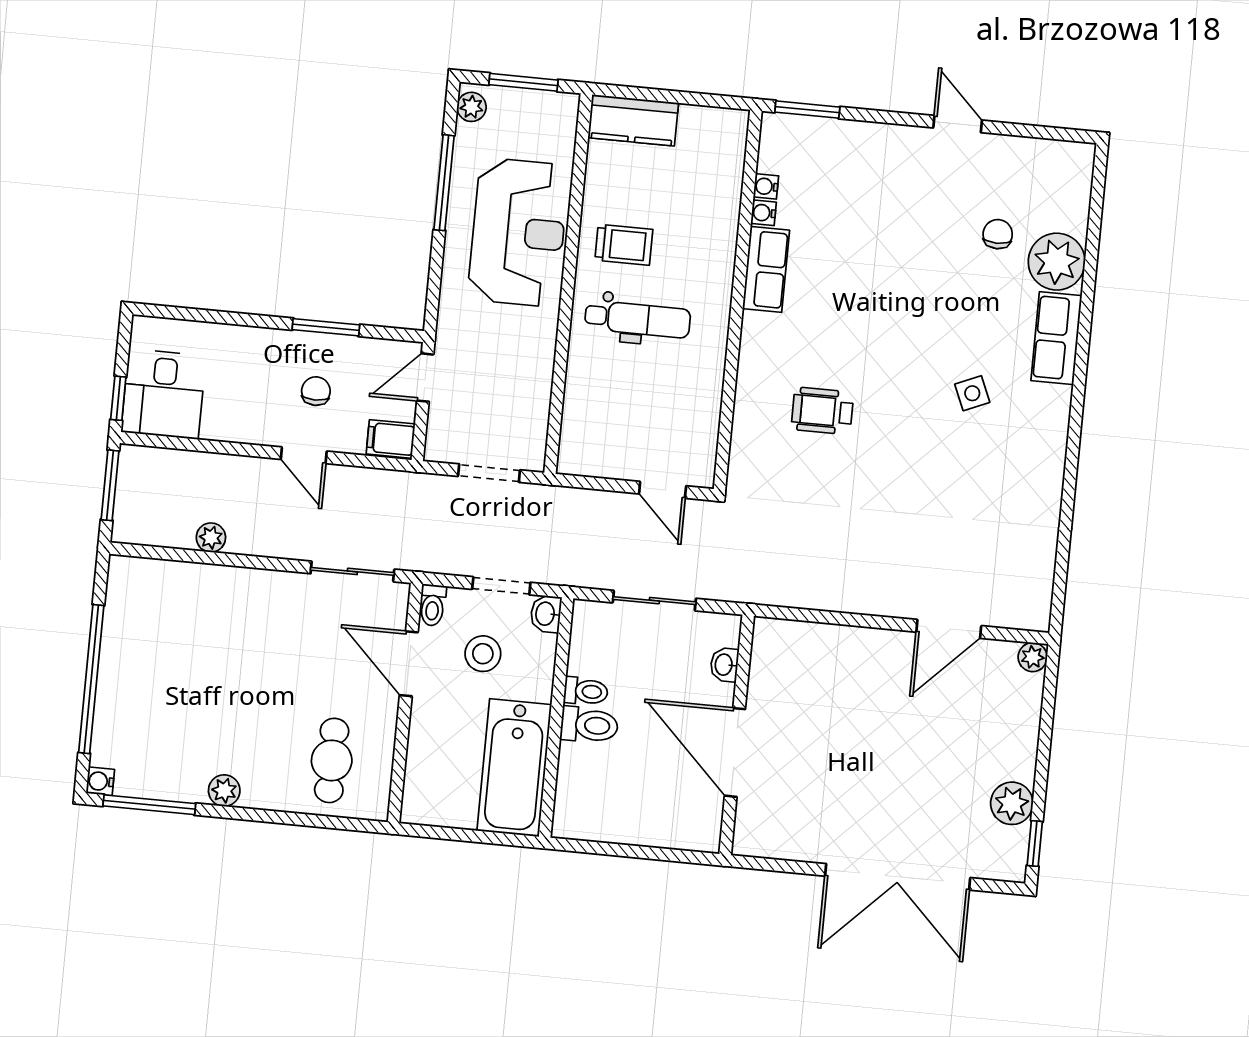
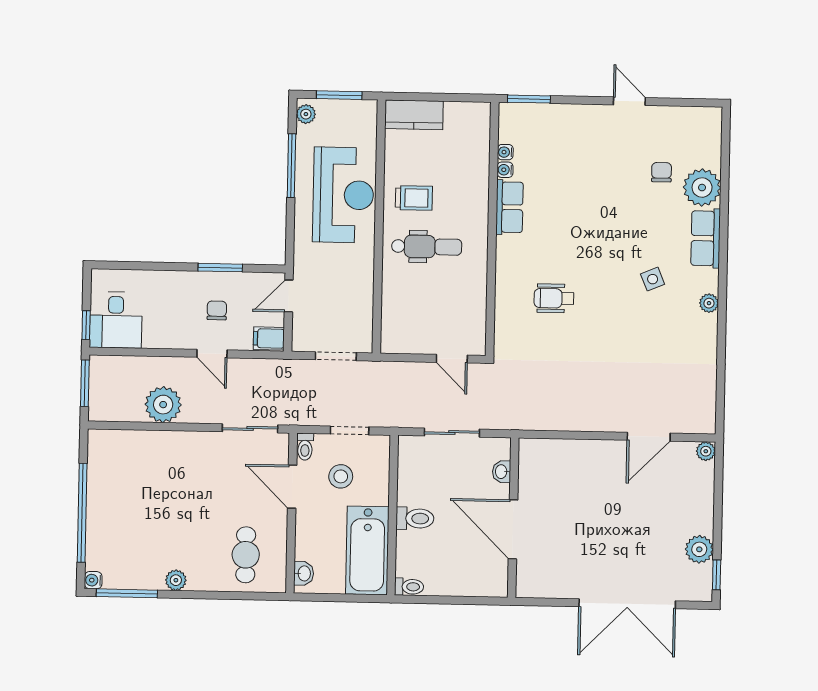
plant: (1054, 436) -> (709, 303), added
plant: (211, 538) -> (163, 405), width x1.88, depth x1.88
washbasin: (546, 614) -> (304, 573), moved, turned 180
toilet: (586, 691) -> (409, 587), moved

